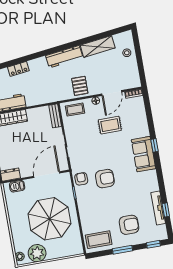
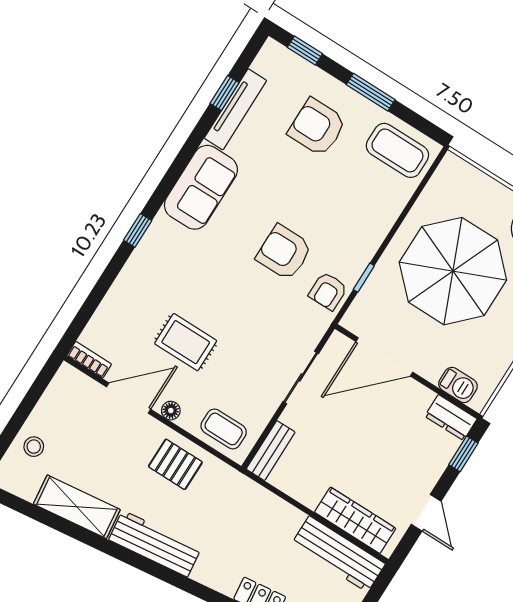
pallet: (80, 86) -> (175, 464), turned 90
sofa: (144, 154) -> (201, 187), moved

